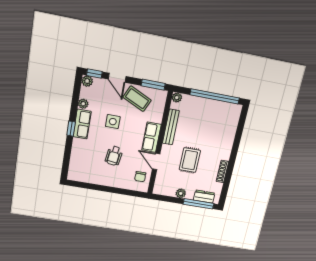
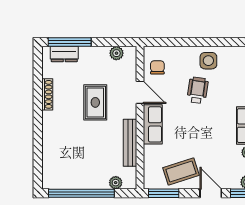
plant: (177, 98) -> (116, 183), moved
coffee table: (137, 99) -> (181, 172), turned -43
side table: (113, 122) -> (208, 61), moved
plant: (181, 193) -> (116, 53), moved

